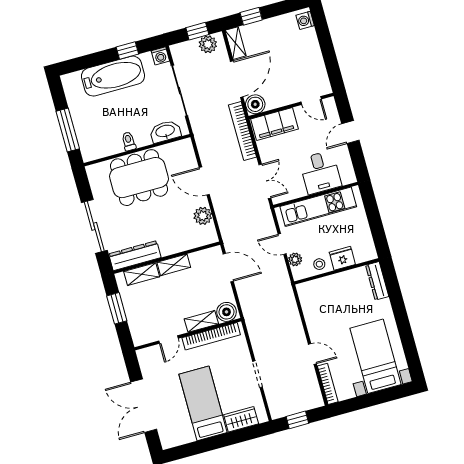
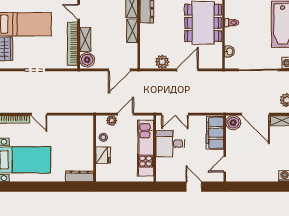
washbasin: (165, 131) -> (229, 51), width x0.52, depth x0.69
bookcase: (242, 131) -> (216, 108), removed
desk: (320, 172) -> (170, 144), moved
door: (312, 354) -> (39, 114), hinge flipped

